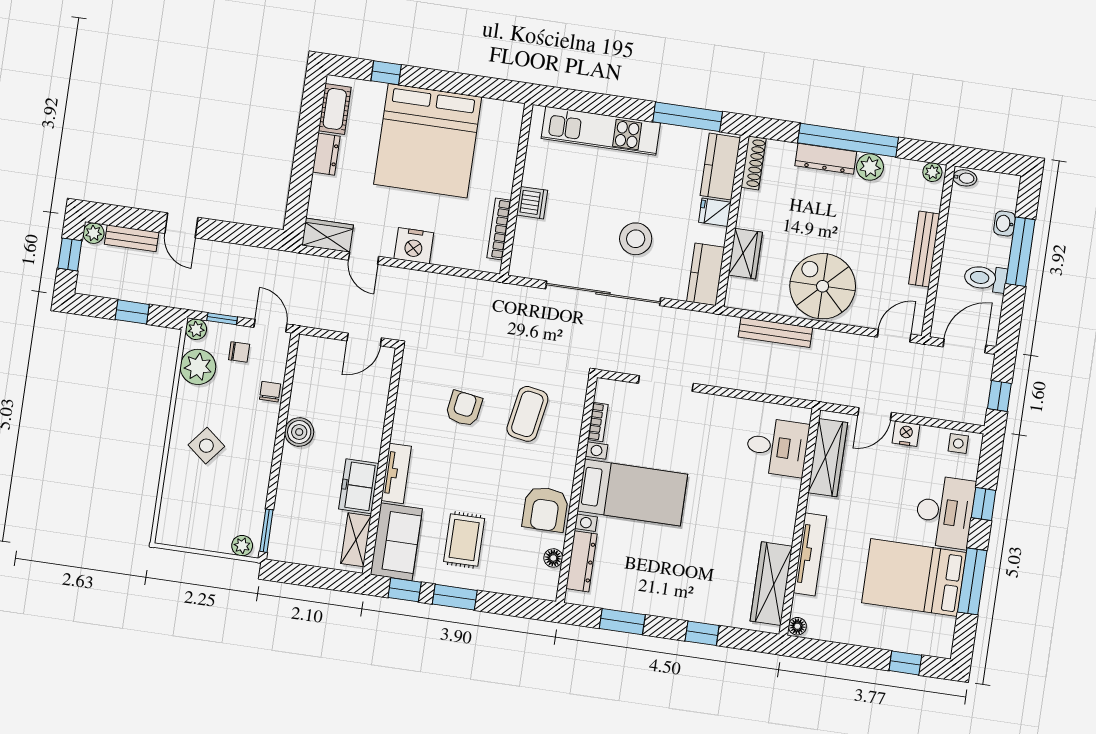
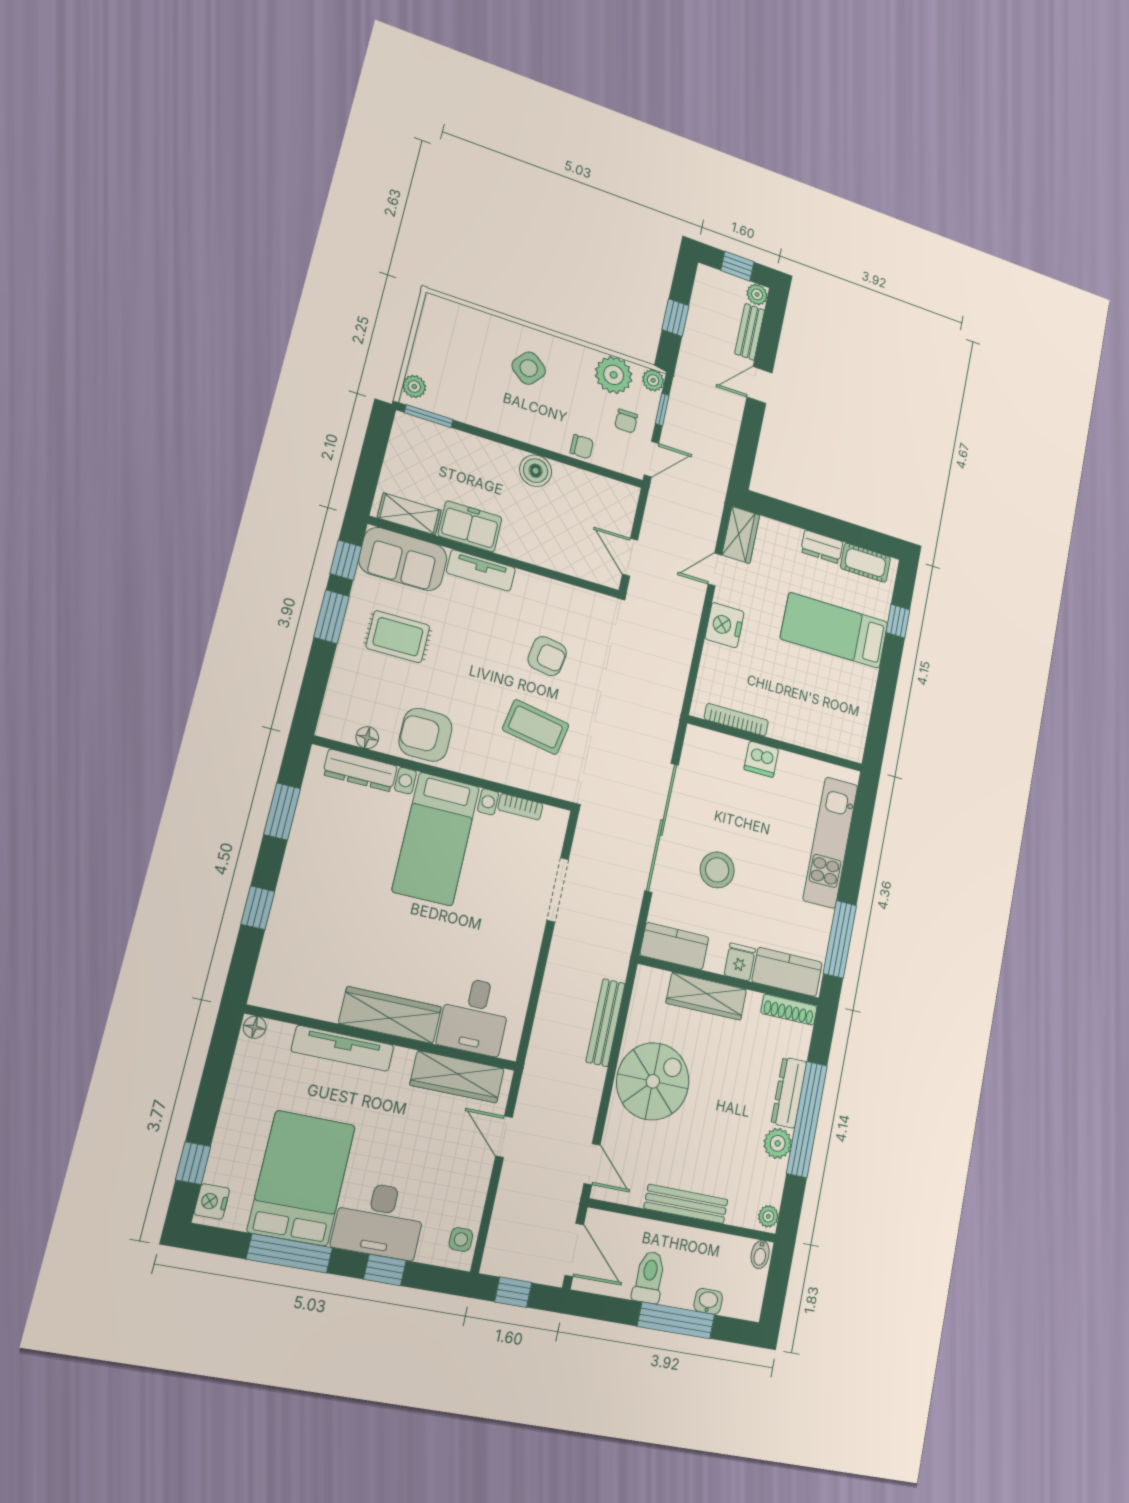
bed: (428, 141) -> (834, 630), width x0.49
wardrobe: (745, 254) -> (706, 996), width x1.50
nightstand: (906, 434) -> (212, 1201), moved, turned 180
wardrobe: (771, 584) -> (390, 1015), moved

